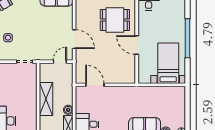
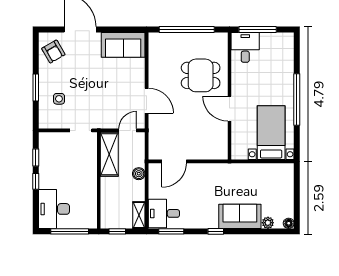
door: (95, 85) -> (174, 161), swing flipped
shelving: (46, 99) -> (109, 154), moved
boiler: (68, 110) -> (139, 174), moved

